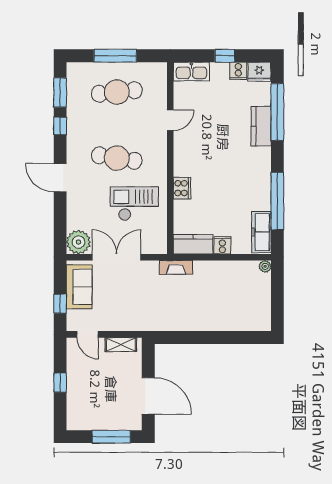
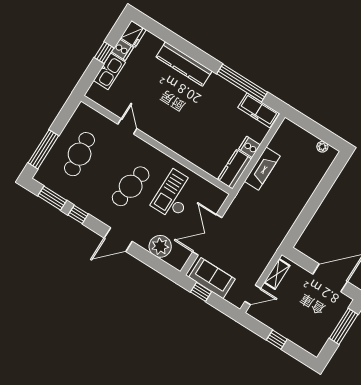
window: (115, 56) -> (43, 149), moved
kitchen sink: (191, 72) -> (109, 71), moved
window: (277, 112) -> (173, 40), removed
kitchen counter: (261, 126) -> (184, 64), width x1.50
cooker: (182, 188) -> (186, 150), removed
plant: (78, 242) -> (160, 246), moved
plant: (265, 266) -> (322, 147), moved
fireplace: (176, 267) -> (262, 169), moved, width x1.37, depth x1.32
window: (60, 304) -> (201, 292), moved

